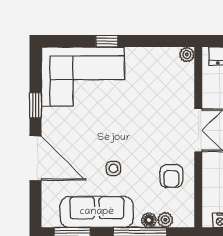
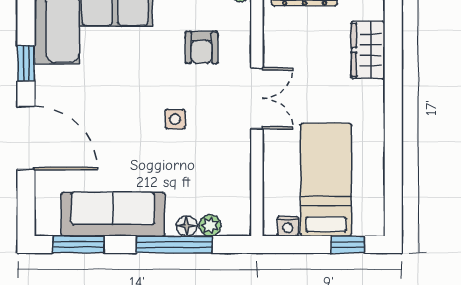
side table: (113, 168) -> (175, 119), moved
armchair: (171, 176) -> (202, 47), moved

